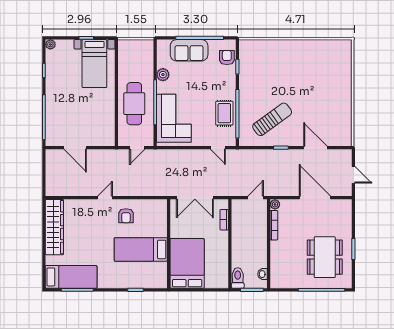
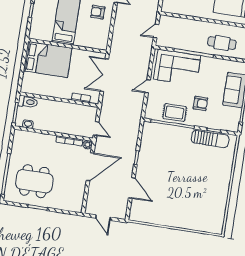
armchair: (227, 57) -> (200, 103), moved
plant: (163, 75) -> (217, 64), removed
cafe table: (134, 104) -> (222, 43), moved, width x0.73, depth x0.74
sun lounger: (272, 119) -> (210, 139), moved, turned -54
door: (137, 148) -> (156, 31), hinge flipped
door: (218, 148) -> (148, 86), moved
door: (315, 148) -> (132, 188), hinge flipped
door: (353, 175) -> (103, 218), hinge flipped
door: (315, 198) -> (90, 167), moved

